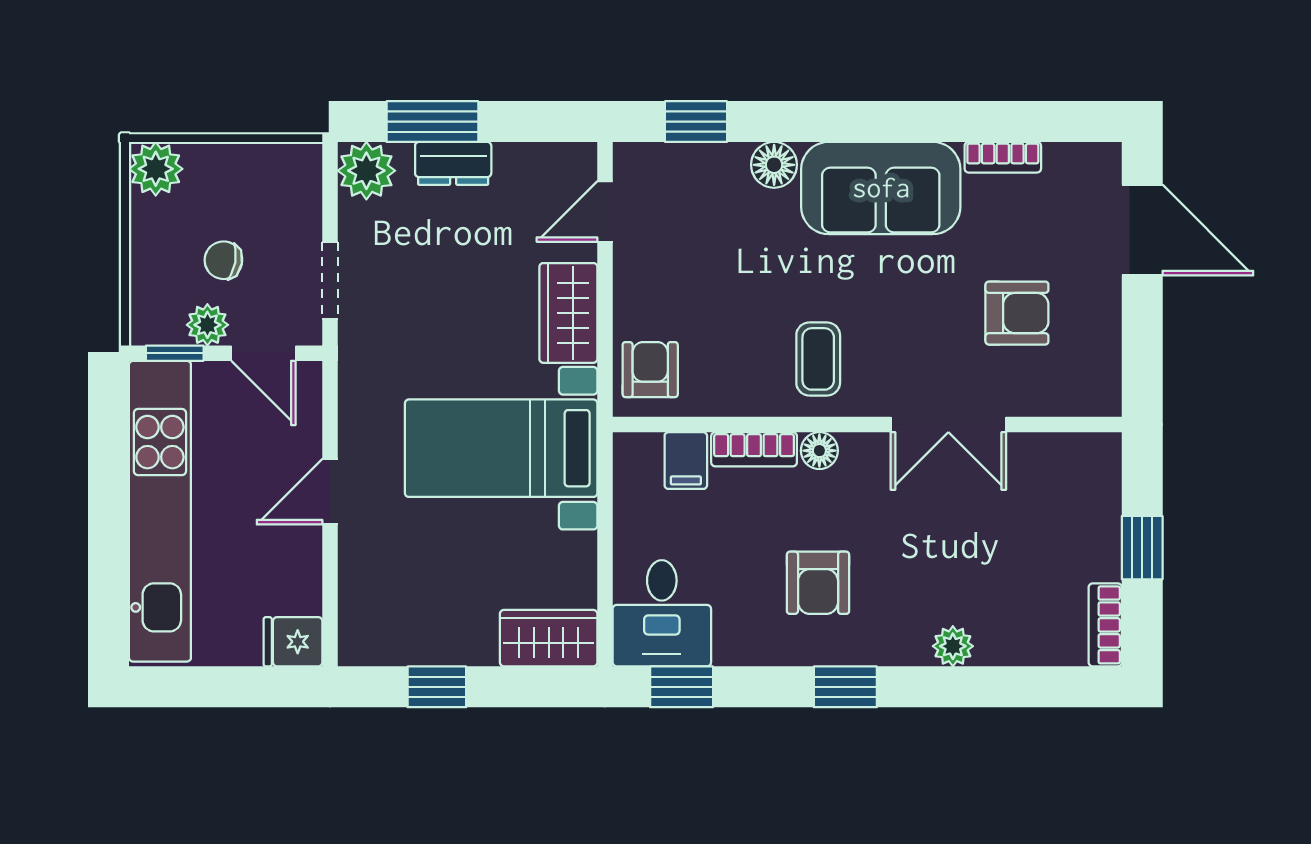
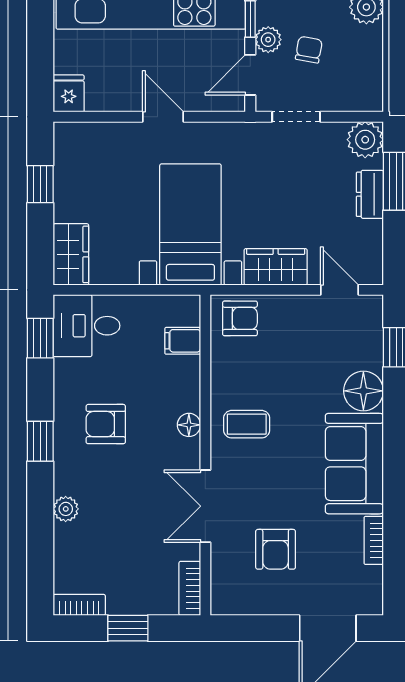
floor lamp: (774, 165) -> (363, 391), width x1.38, depth x1.38
bookcase: (754, 449) -> (190, 588), moved

